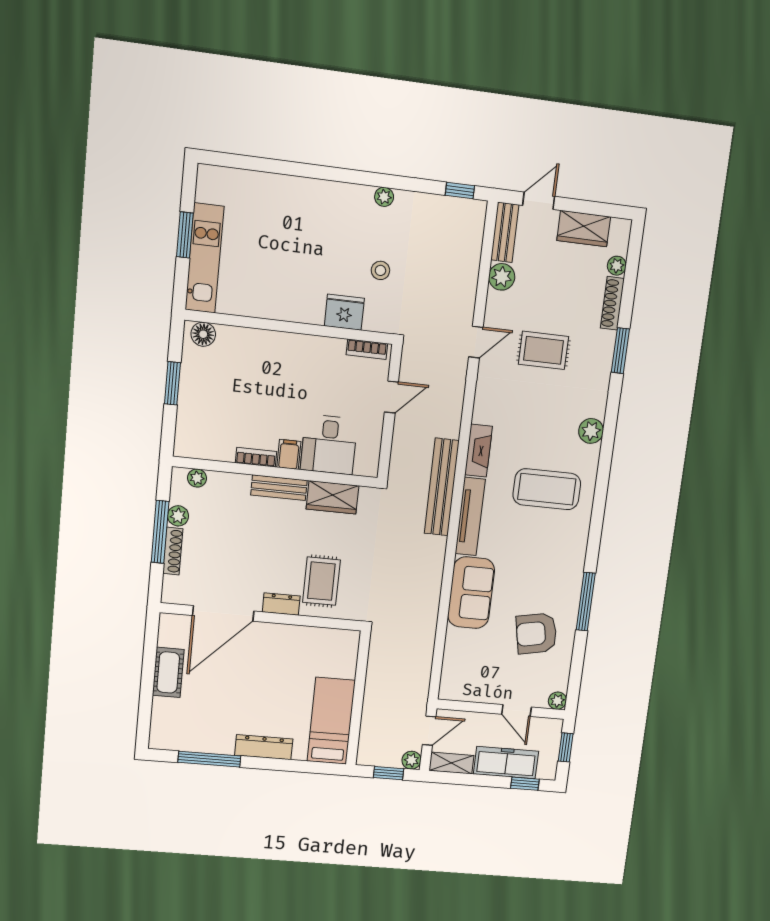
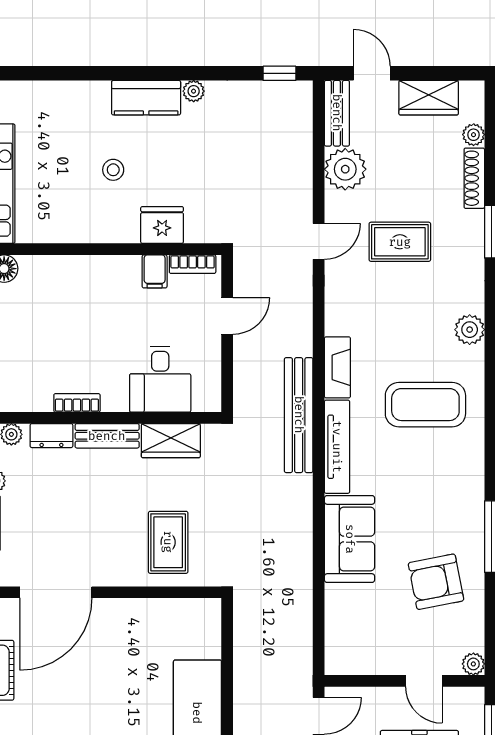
kitchen counter: (342, 197) -> (146, 98), added
door: (539, 201) -> (372, 73), hinge flipped
stool: (380, 270) -> (113, 170), moved
plant: (502, 277) -> (345, 169), width x1.36, depth x1.36
filing cabinet: (289, 454) -> (155, 271), moved, turned 180
dresser: (281, 604) -> (51, 436), moved, turned 180

